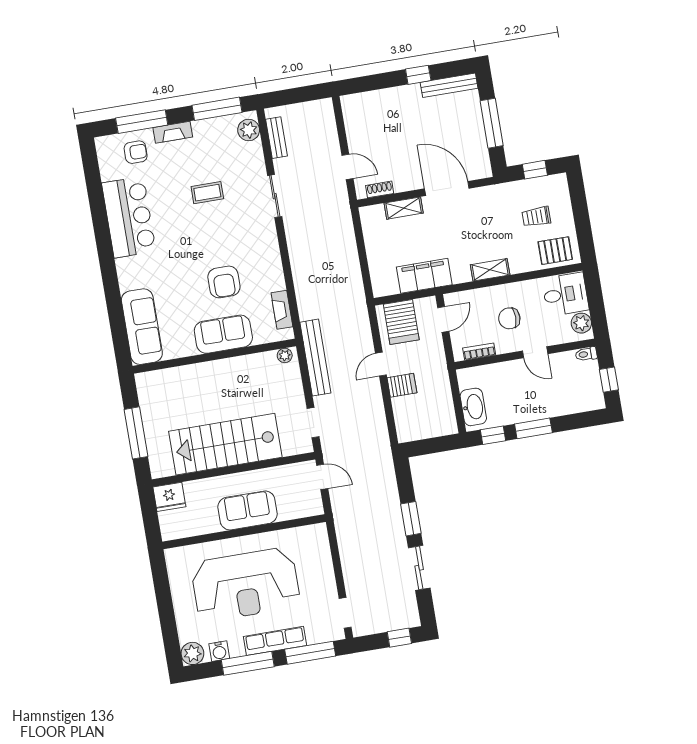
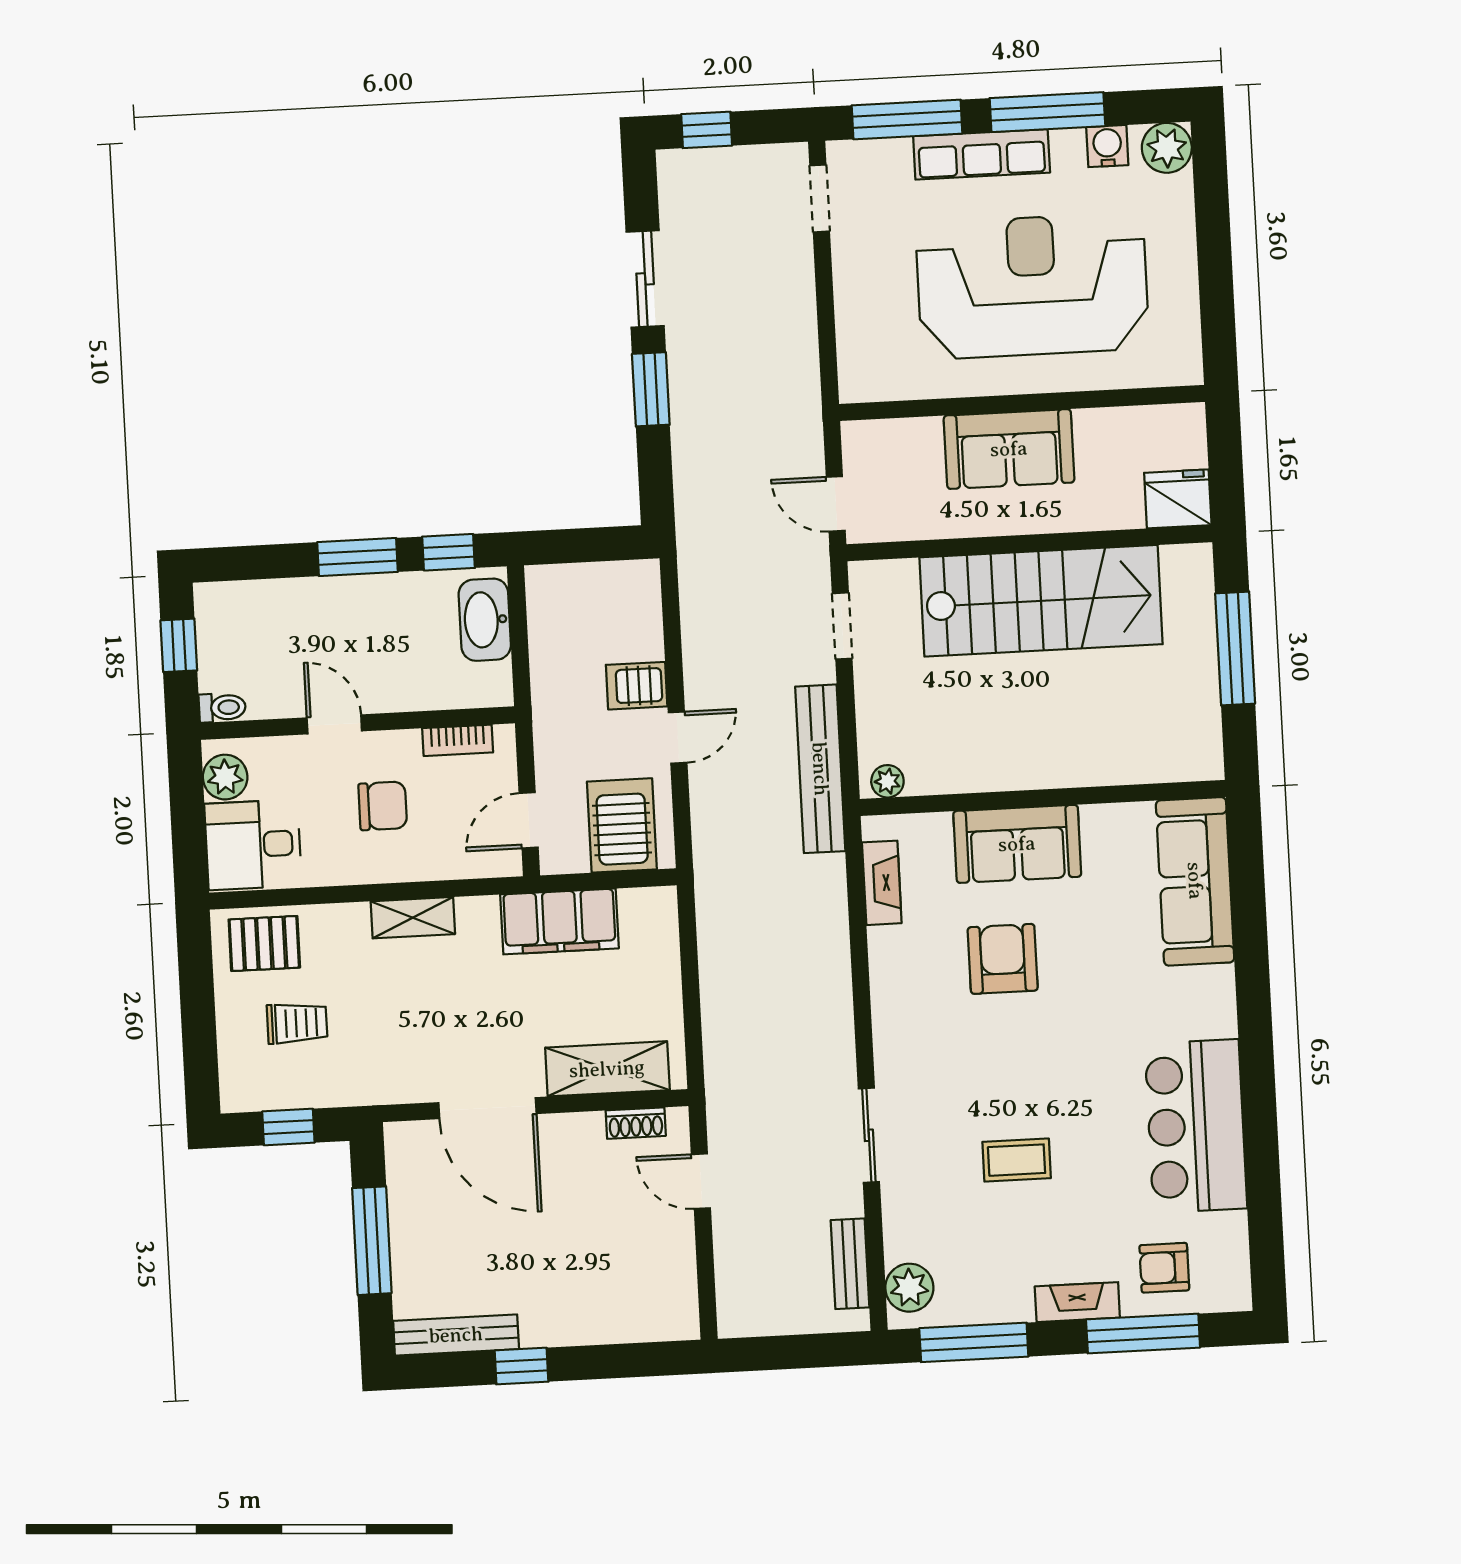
shelving: (404, 208) -> (607, 1069), width x1.50, depth x1.33

